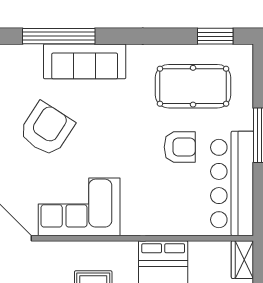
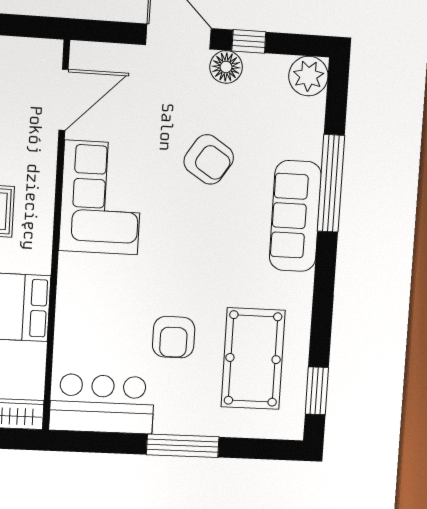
armchair: (47, 129) -> (209, 159), width x0.73, depth x0.73
bar counter: (232, 184) -> (102, 404), width x0.73

